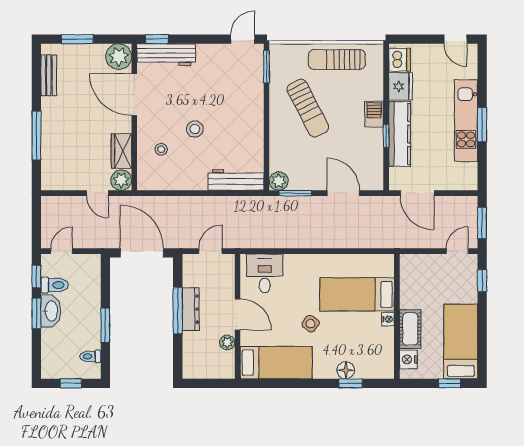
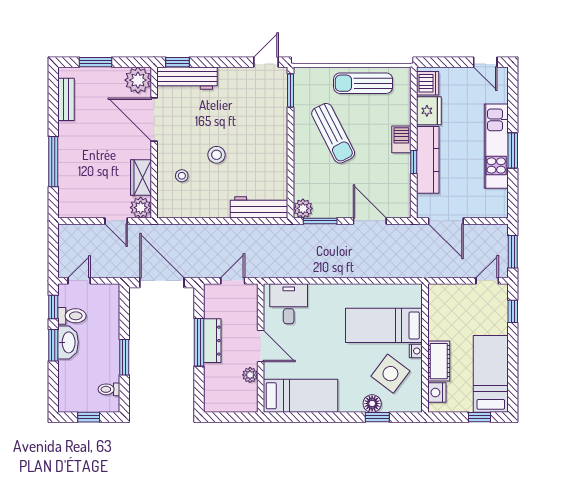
side table: (311, 324) -> (390, 374), moved, width x1.87, depth x1.87

